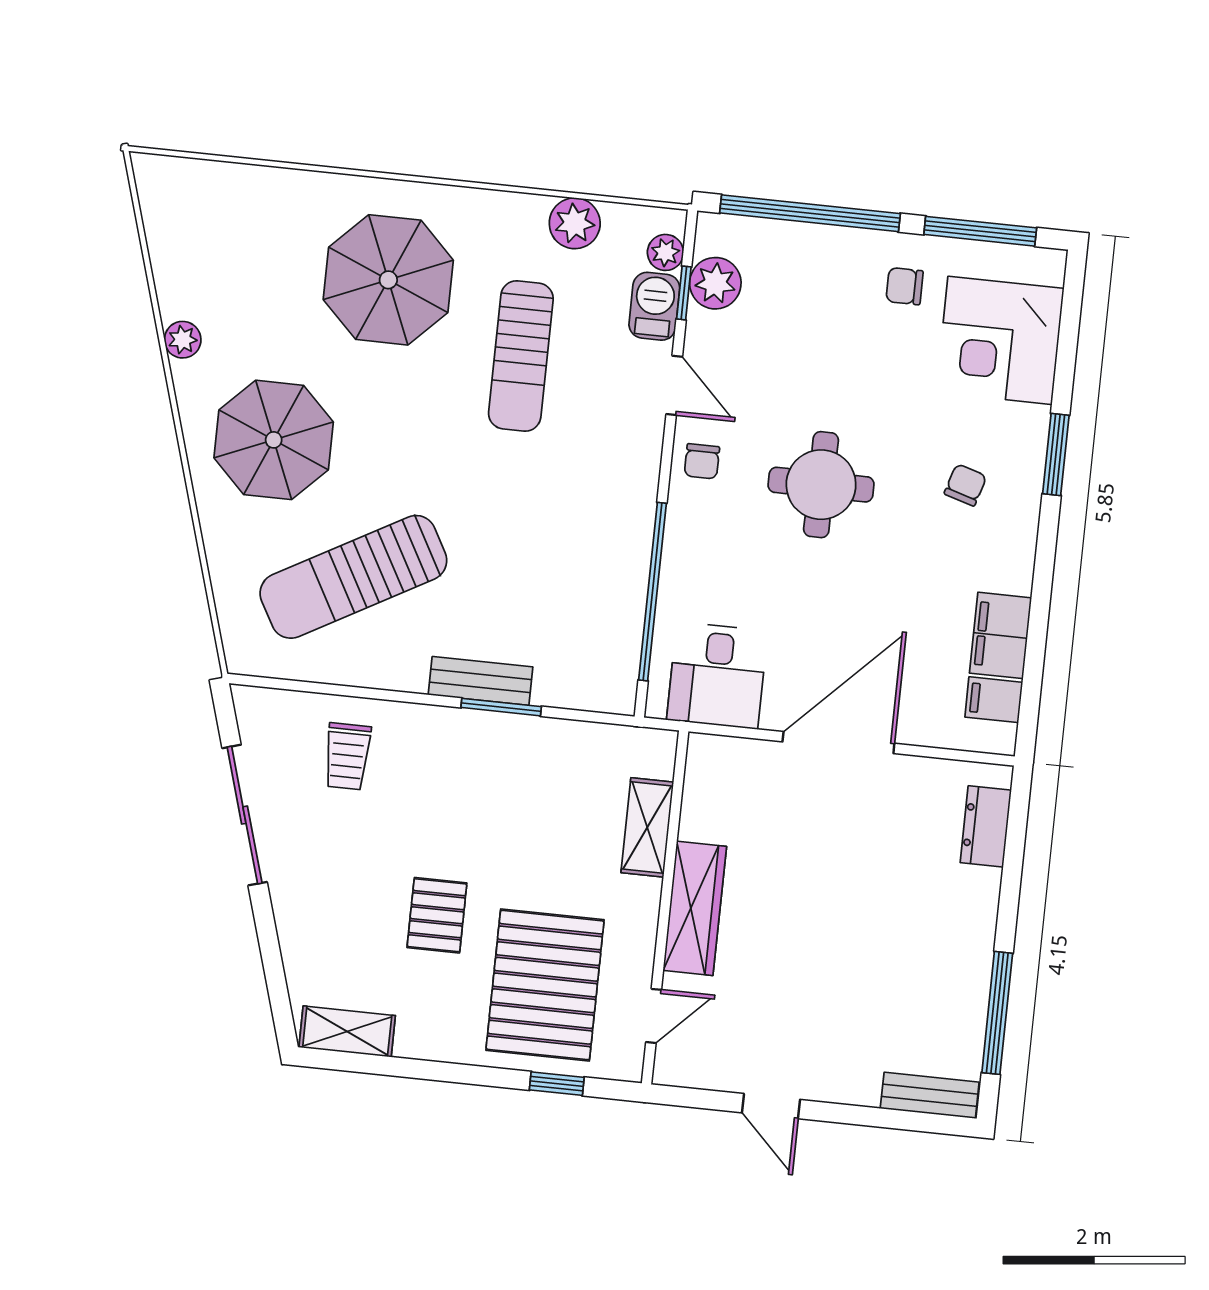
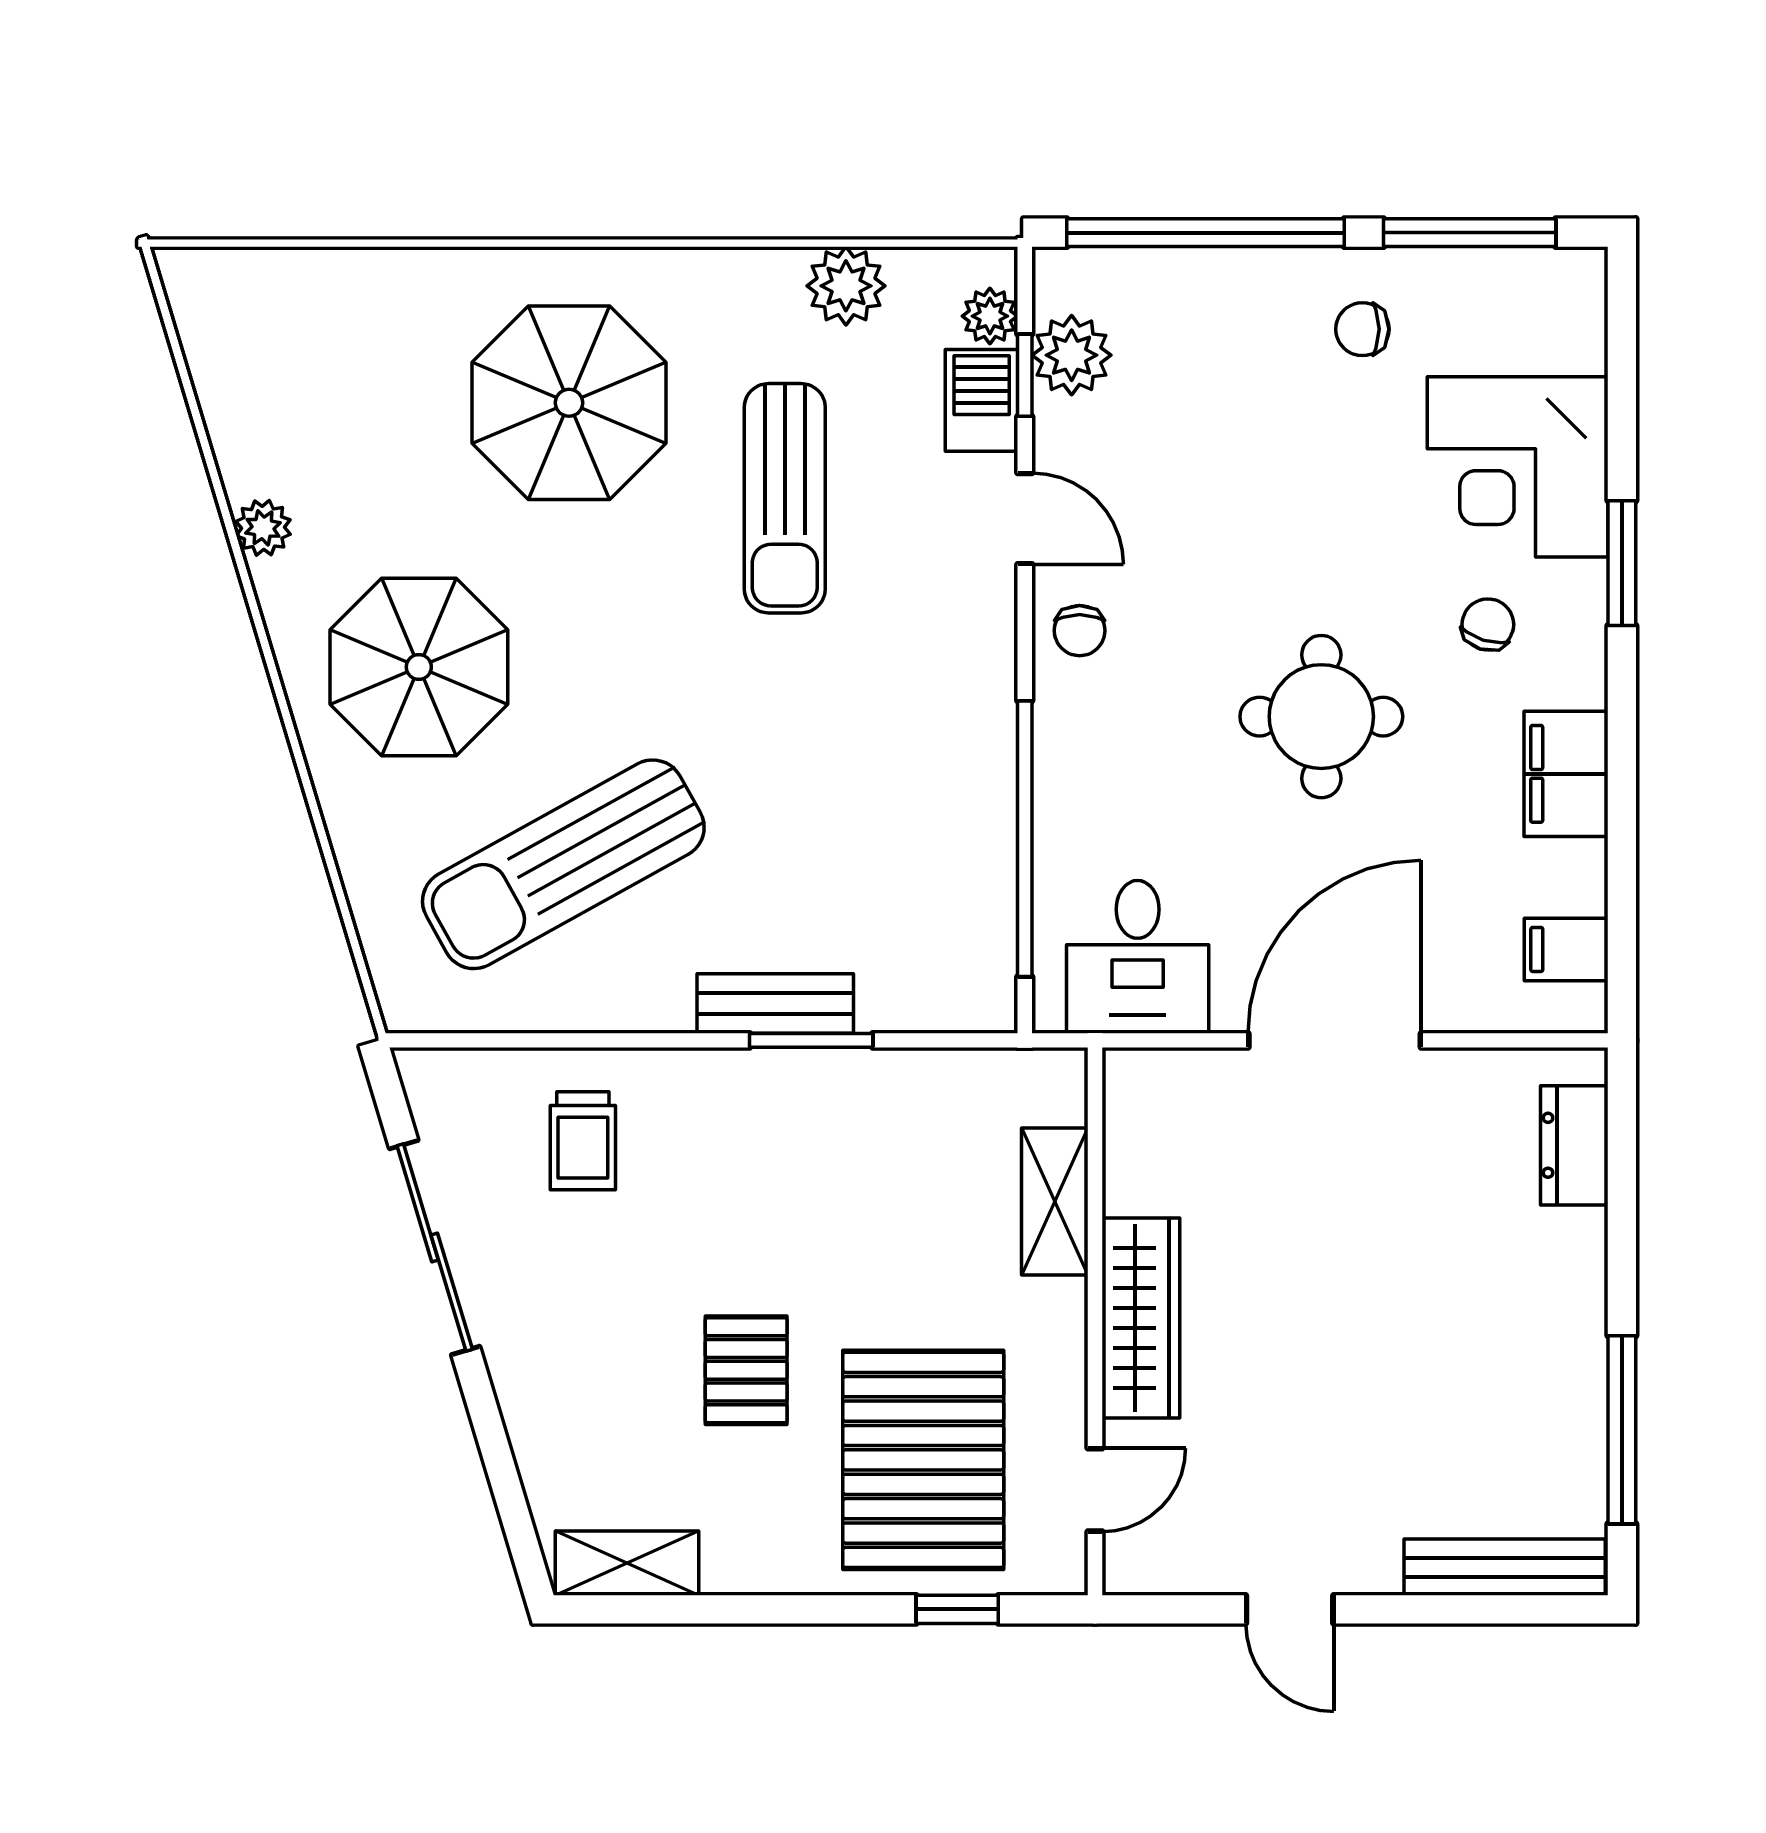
corner desk: (1000, 340) -> (1518, 467), moved
round table: (821, 485) -> (1321, 717), moved
filing cabinet: (1000, 635) -> (1566, 774), moved
bench: (930, 1095) -> (1505, 1567), width x1.36

